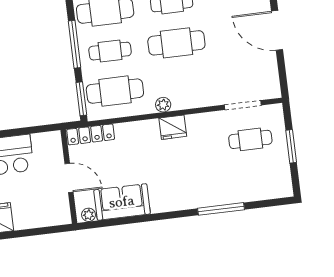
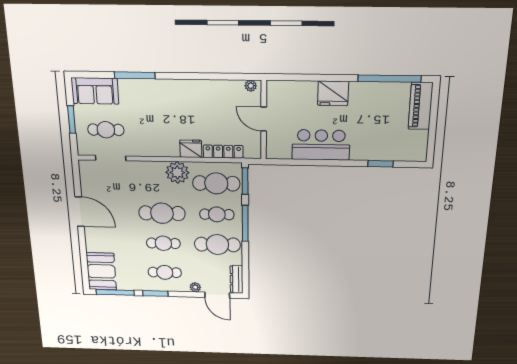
plant: (163, 105) -> (177, 172), width x1.88, depth x1.88
fridge: (173, 127) -> (191, 149), moved
locker: (91, 134) -> (223, 152), moved
sofa: (122, 202) -> (95, 91), moved

